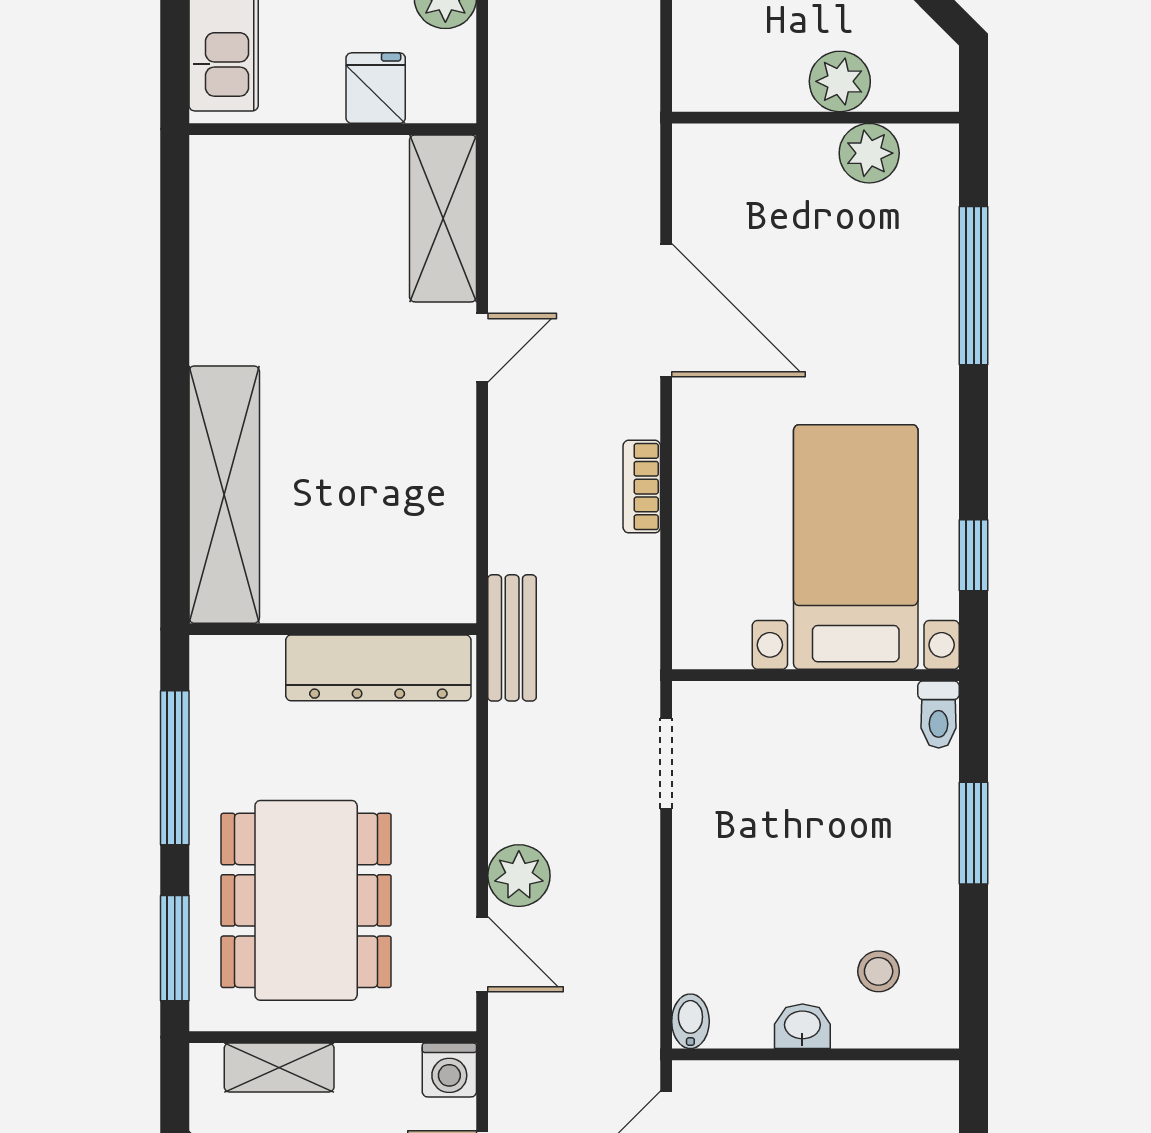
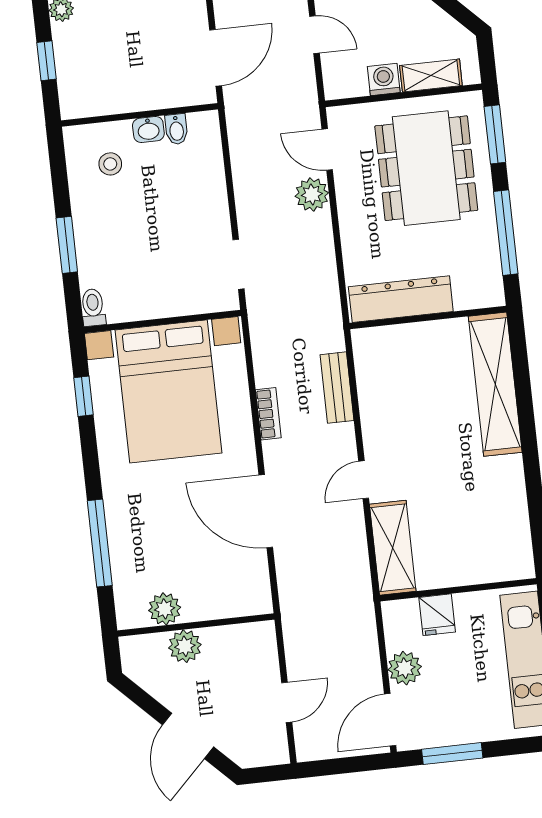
bed with nightstands: (856, 547) -> (169, 391), width x1.36
bench: (512, 638) -> (337, 388), moved
bidet: (690, 1021) -> (176, 129), moved
washing machine: (449, 1070) -> (384, 79), moved

